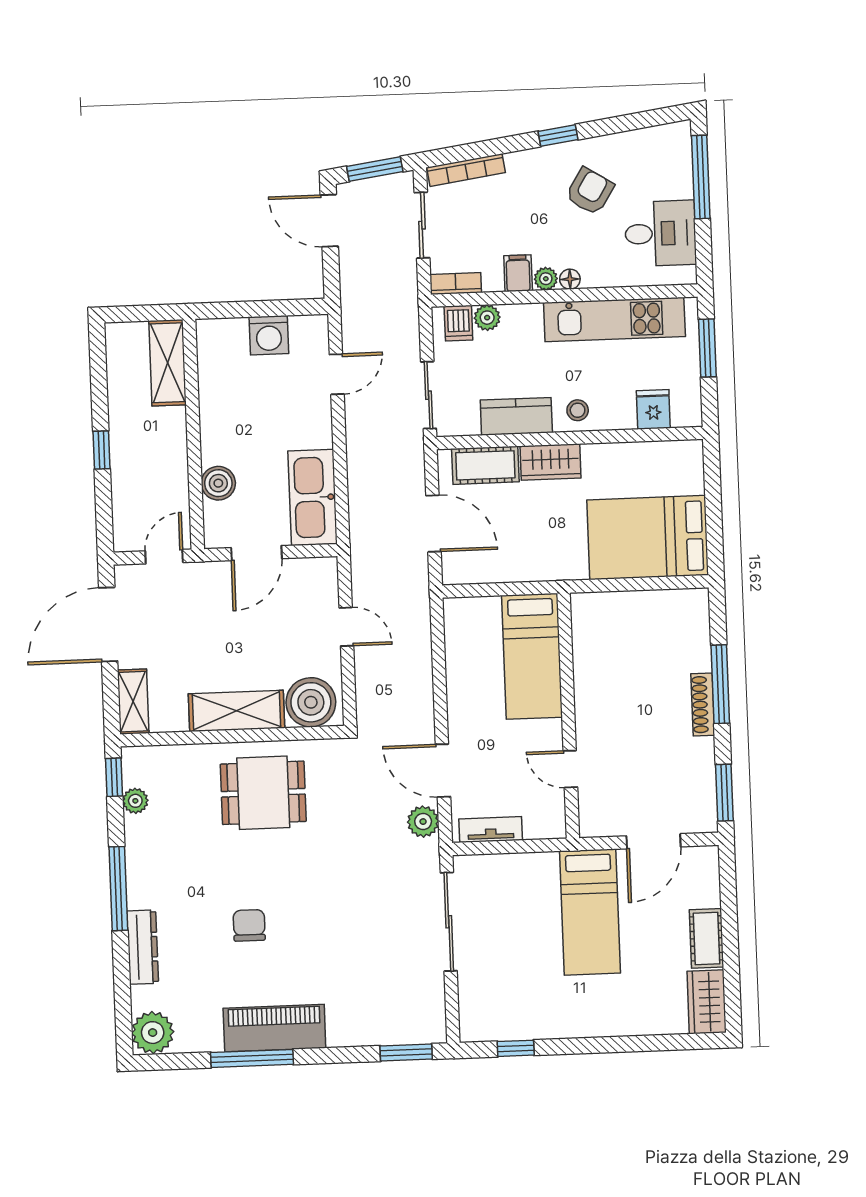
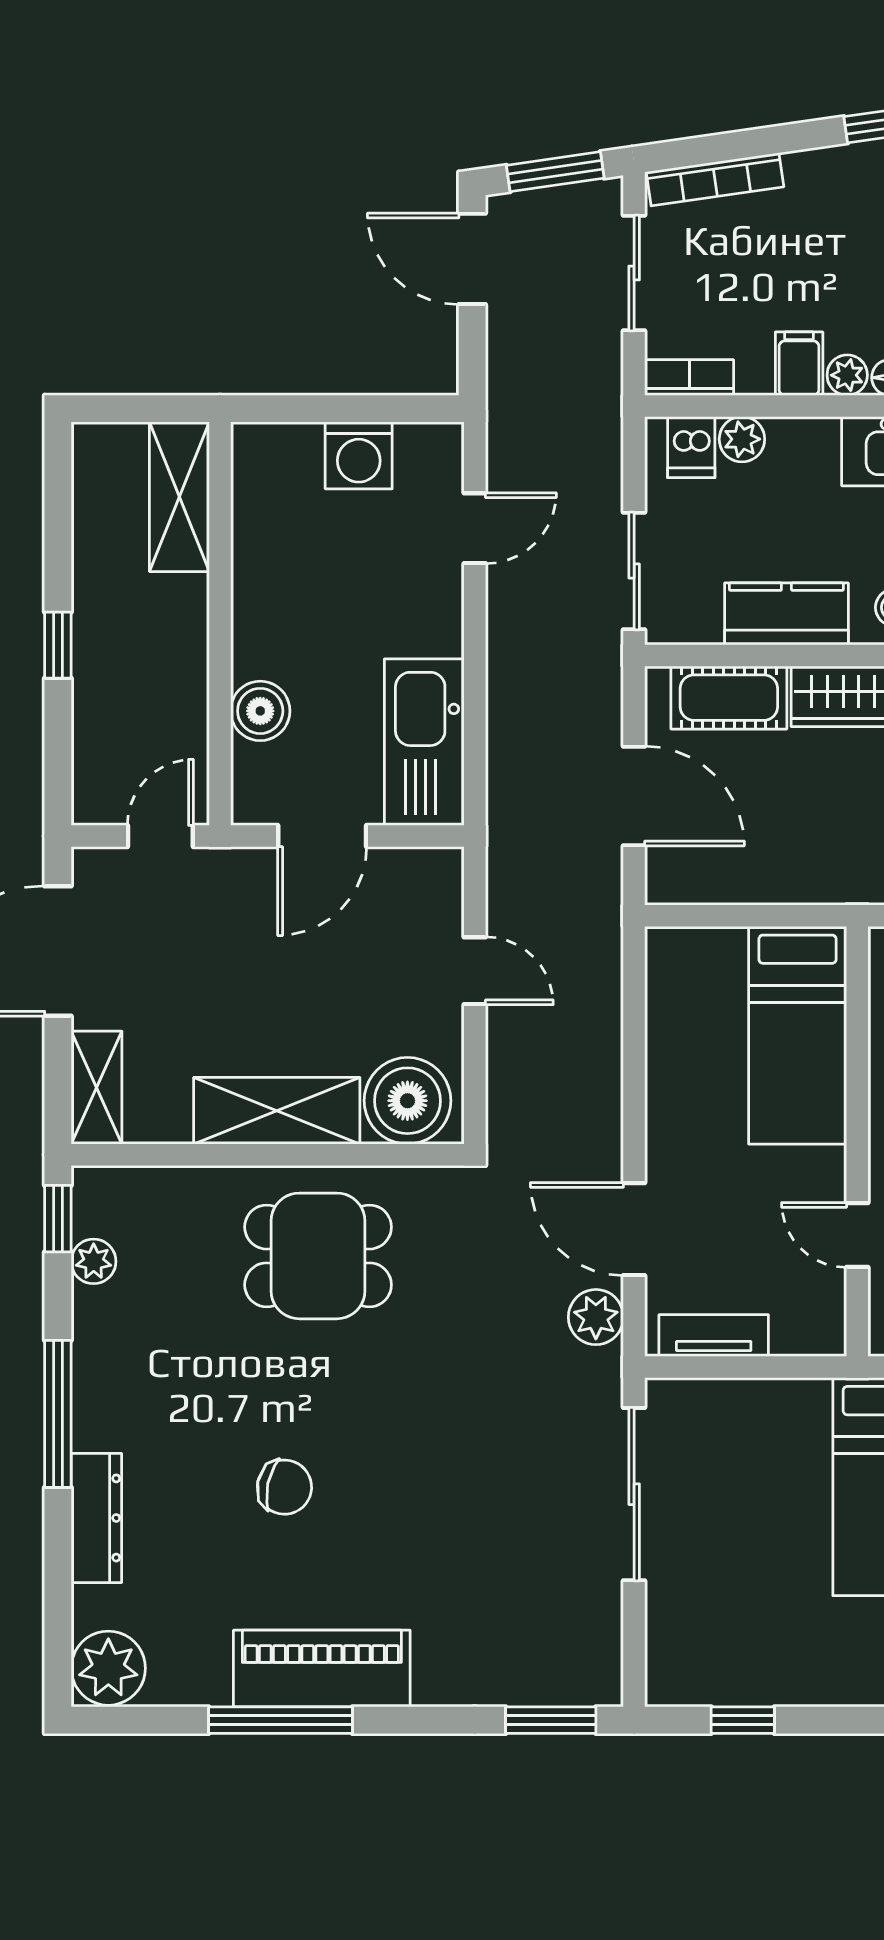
chair: (249, 925) -> (284, 1487), turned 102

